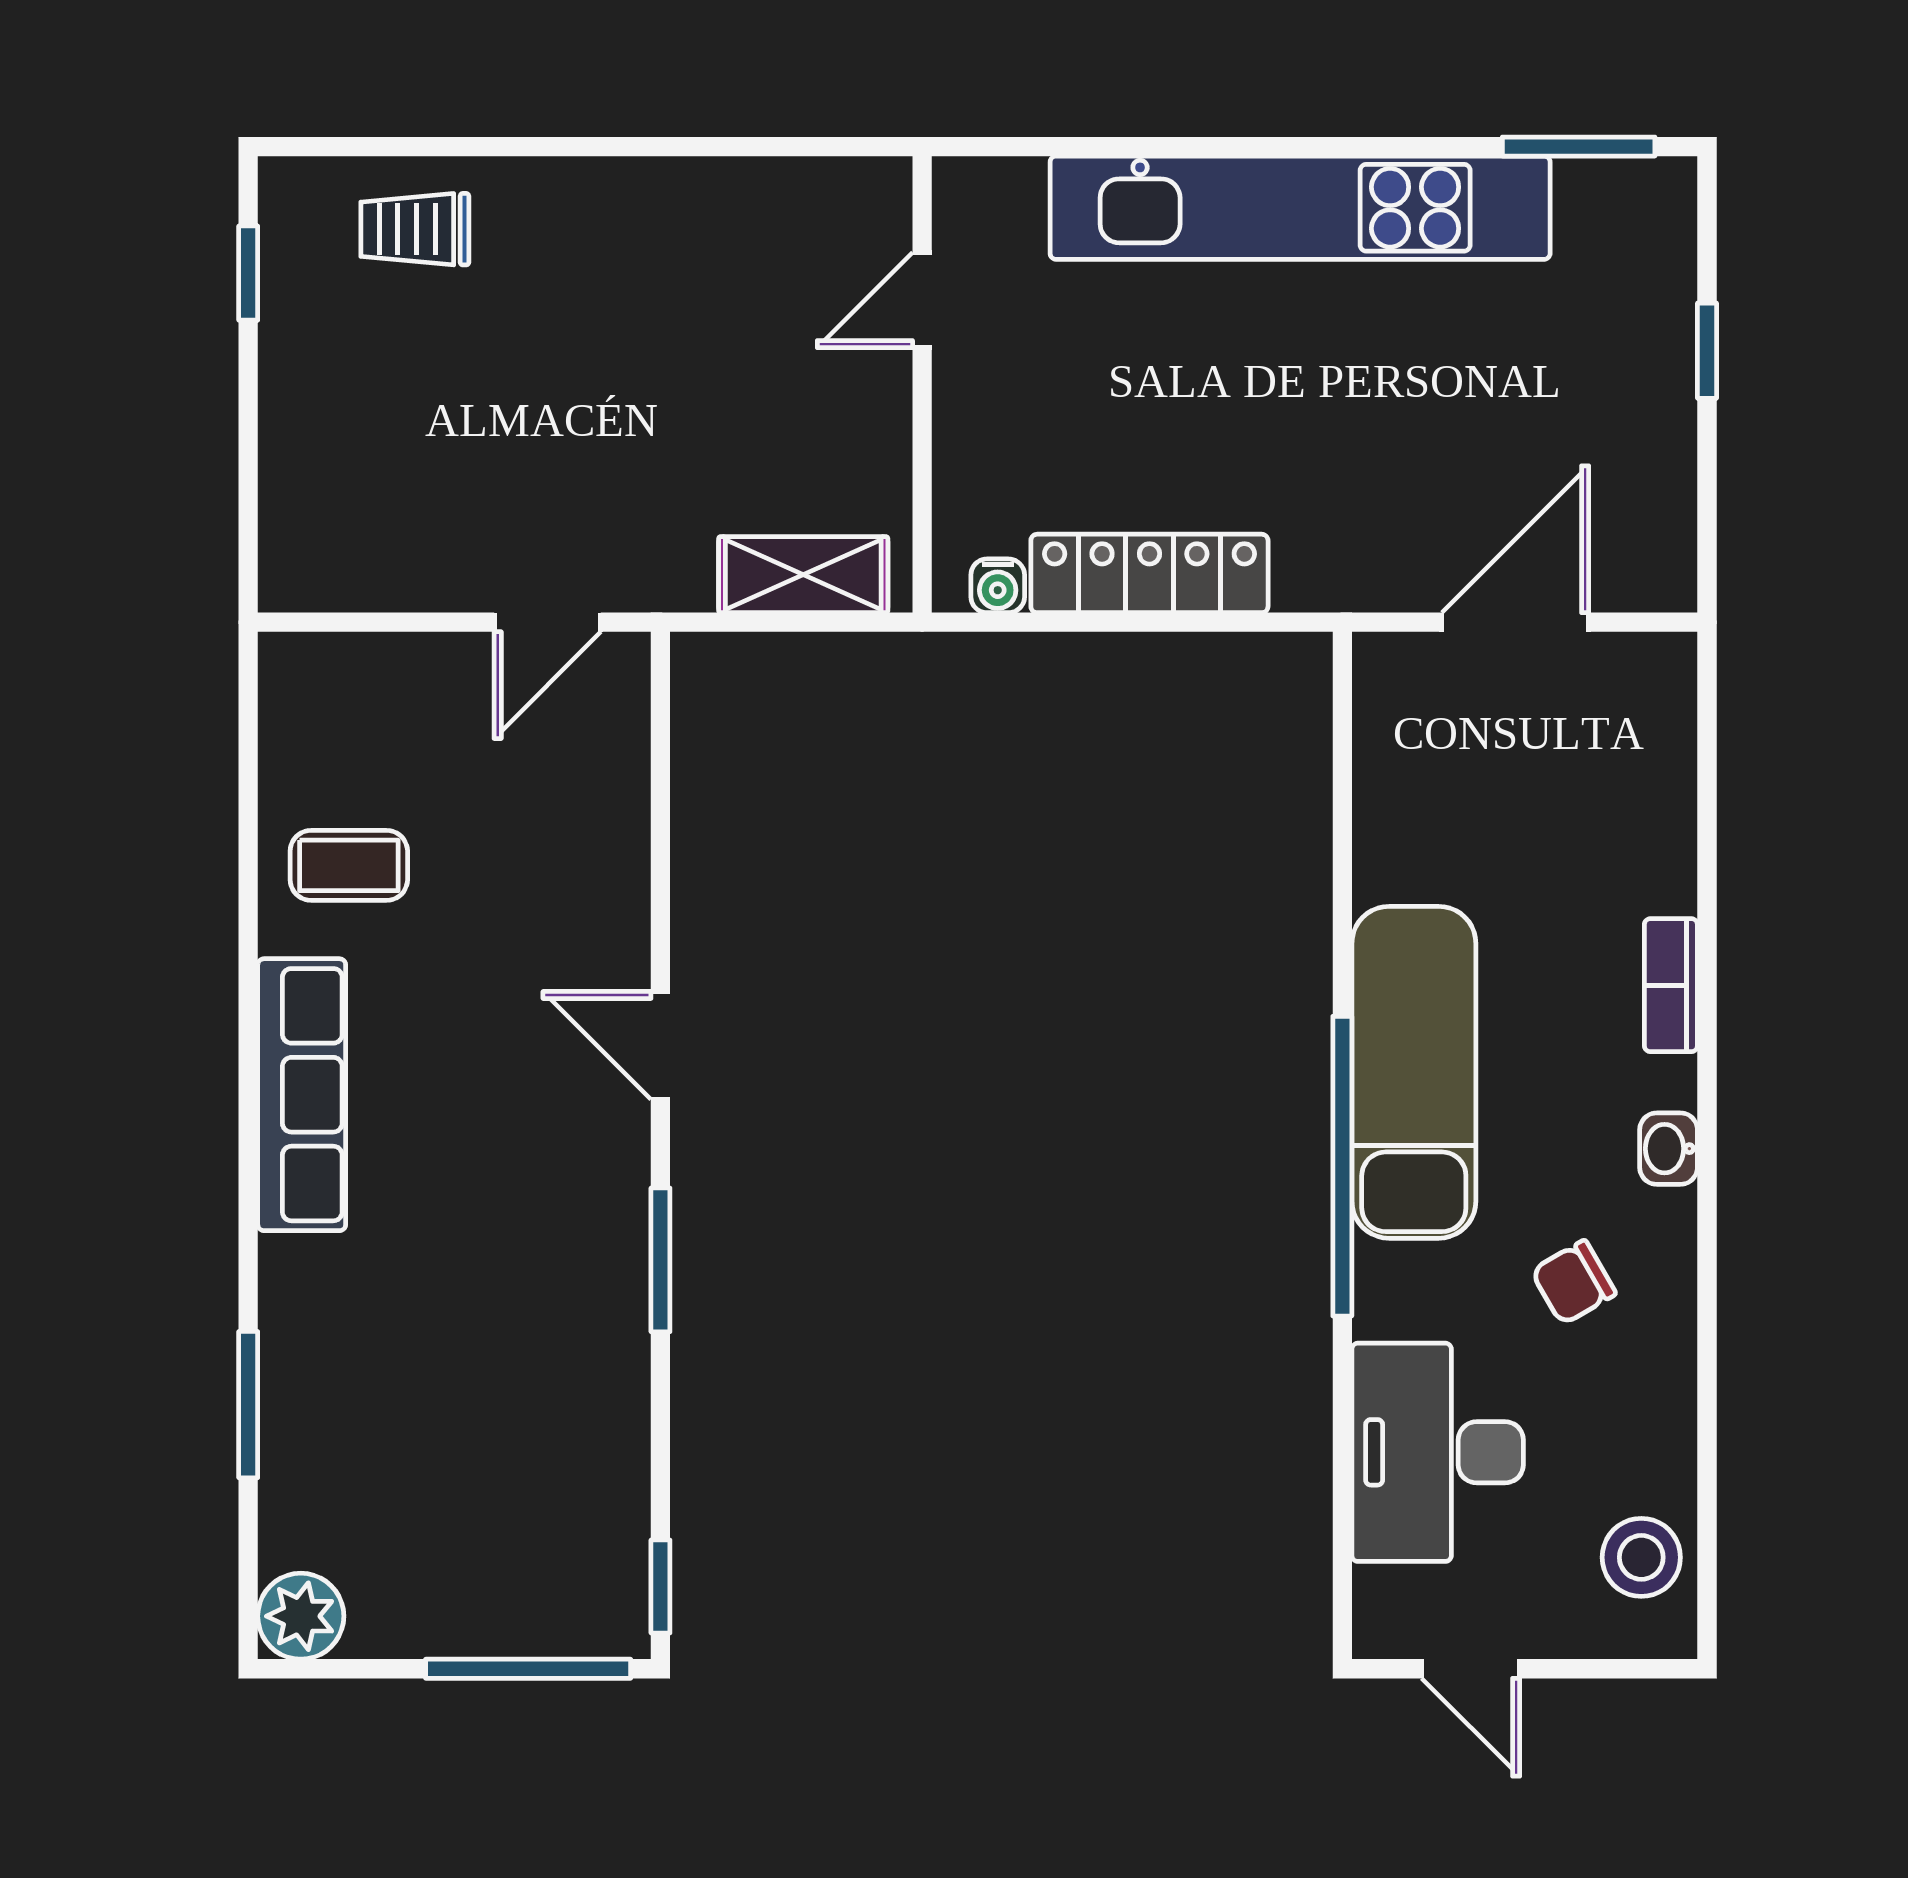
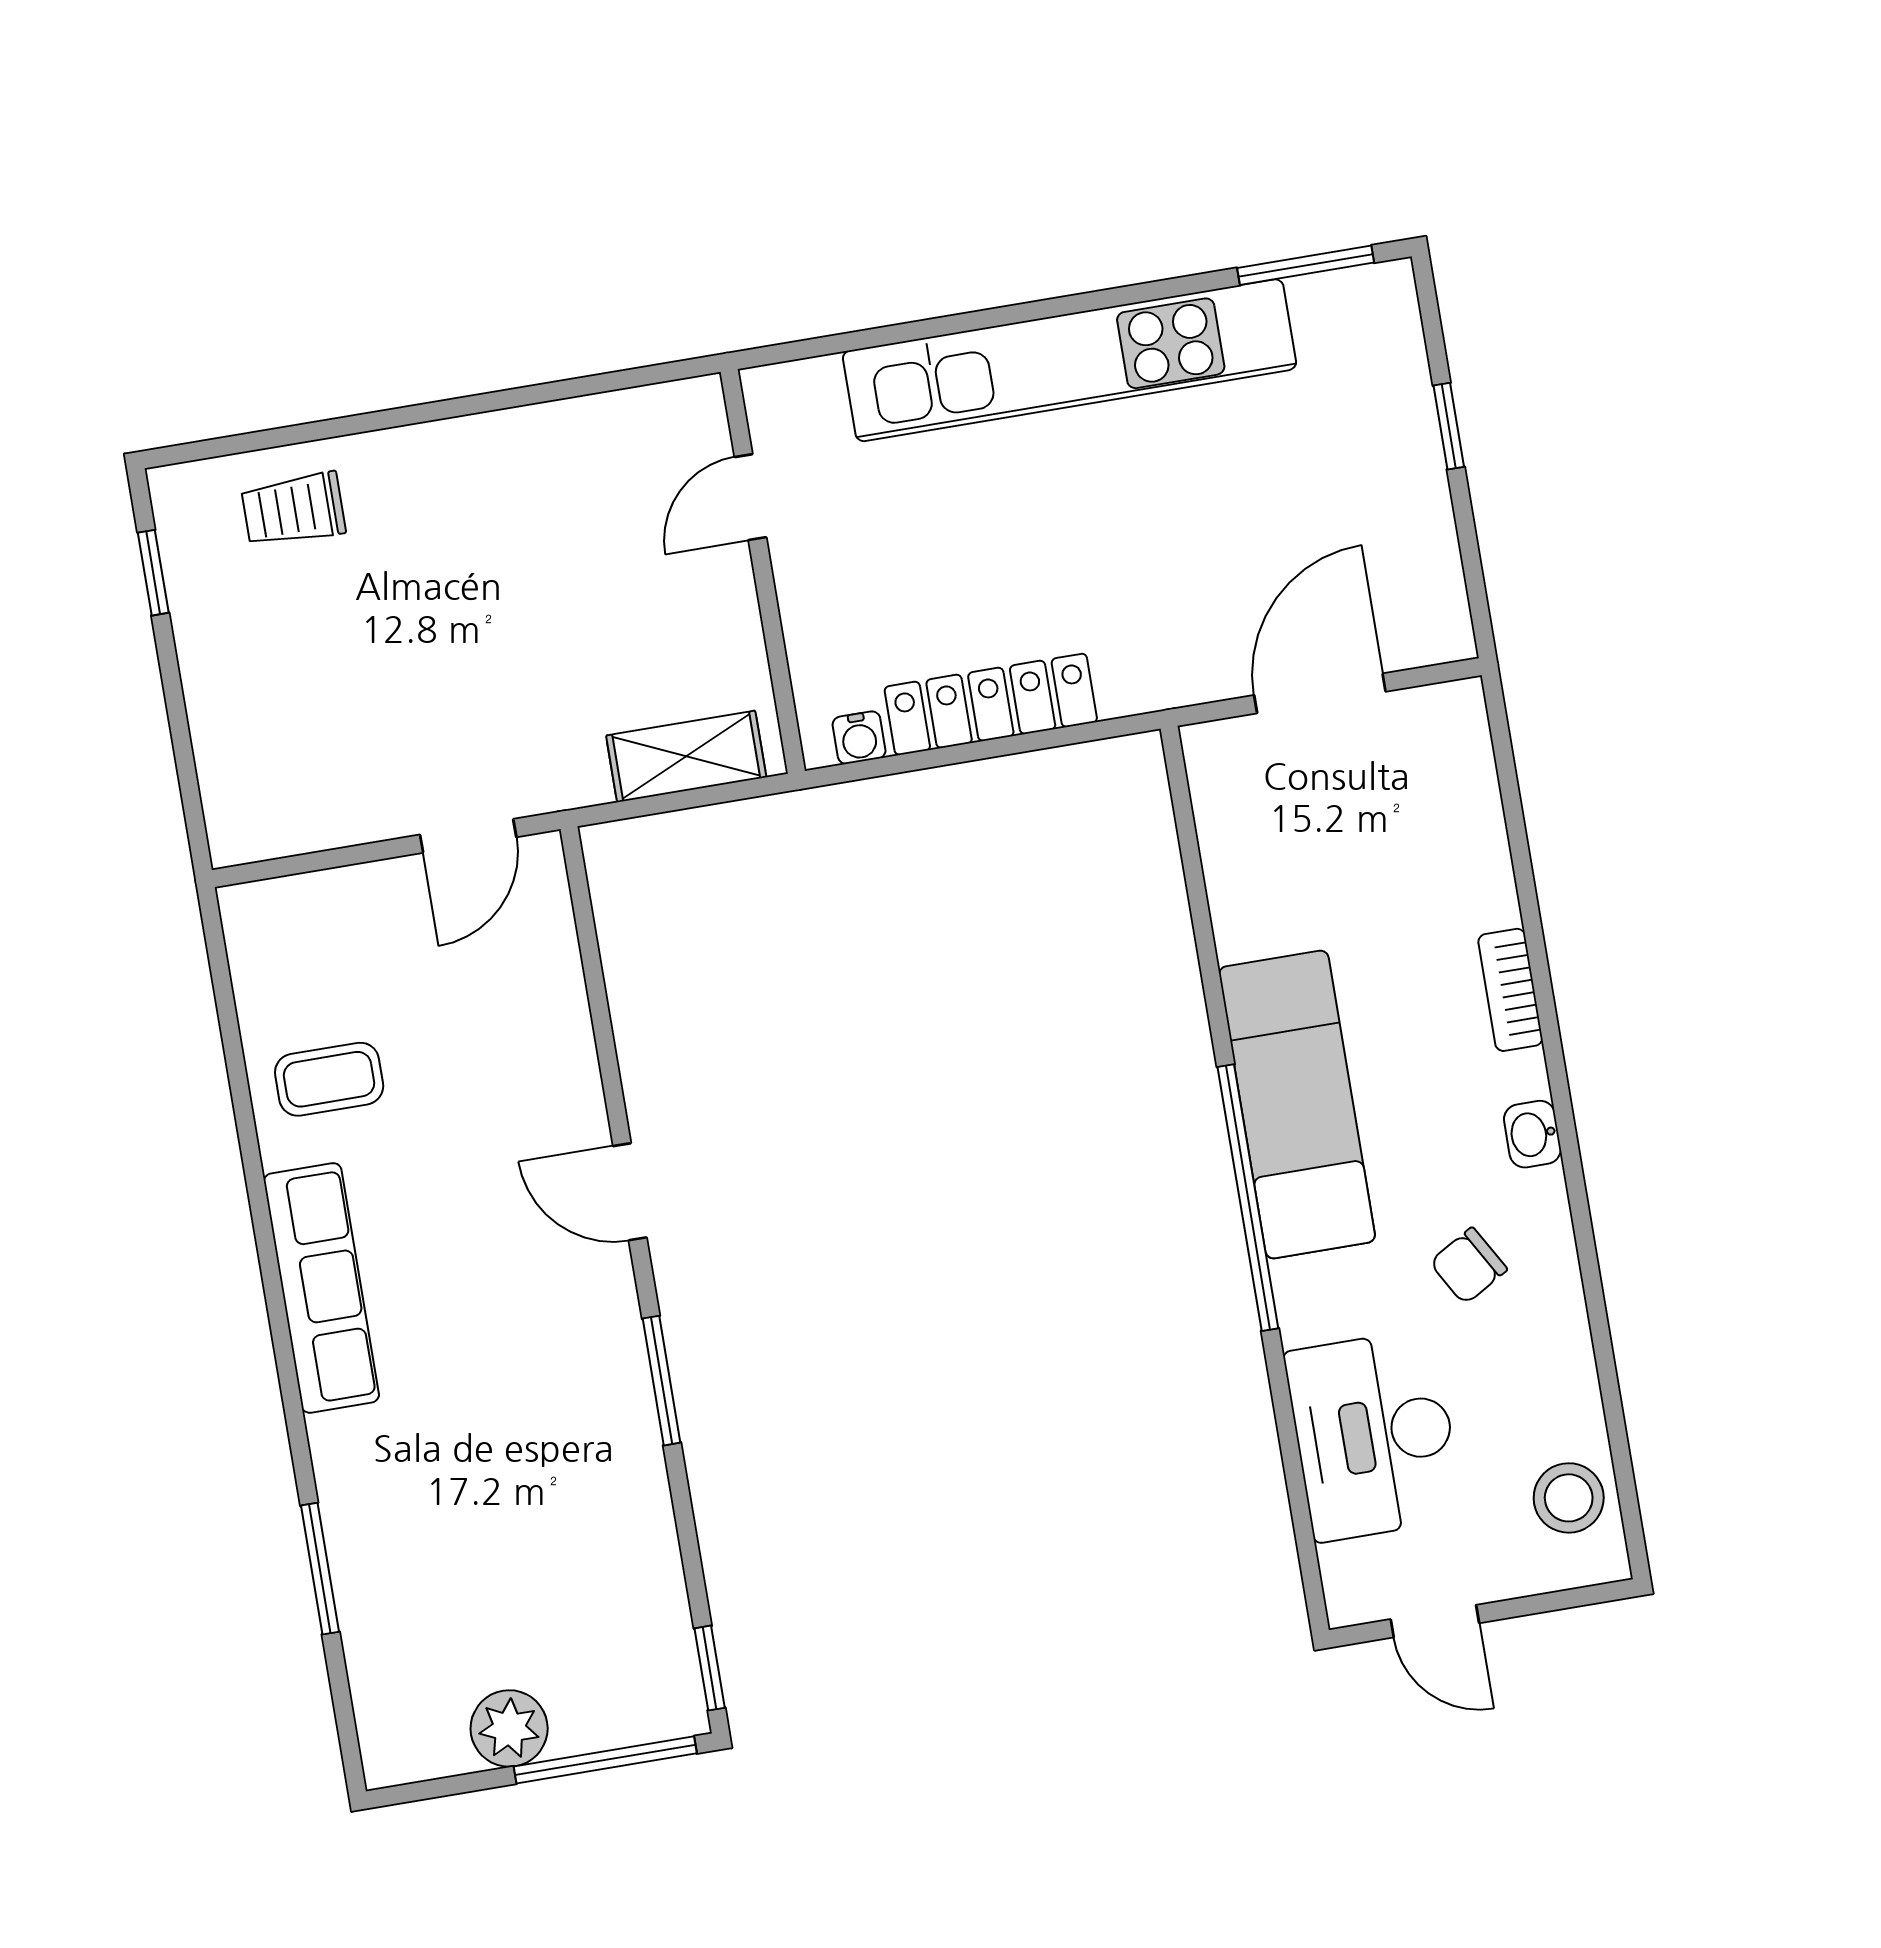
plant: (301, 1616) -> (509, 1728), moved

